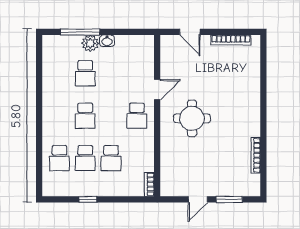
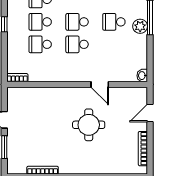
washbasin: (107, 41) -> (142, 76), moved
school desk: (137, 116) -> (77, 44), moved
round table: (192, 118) -> (89, 125), moved

